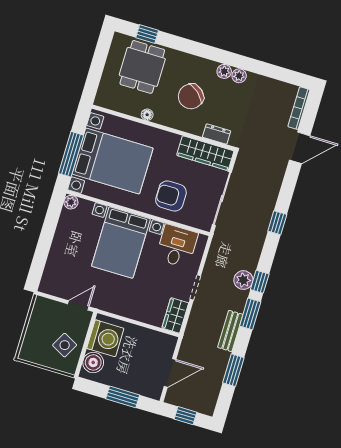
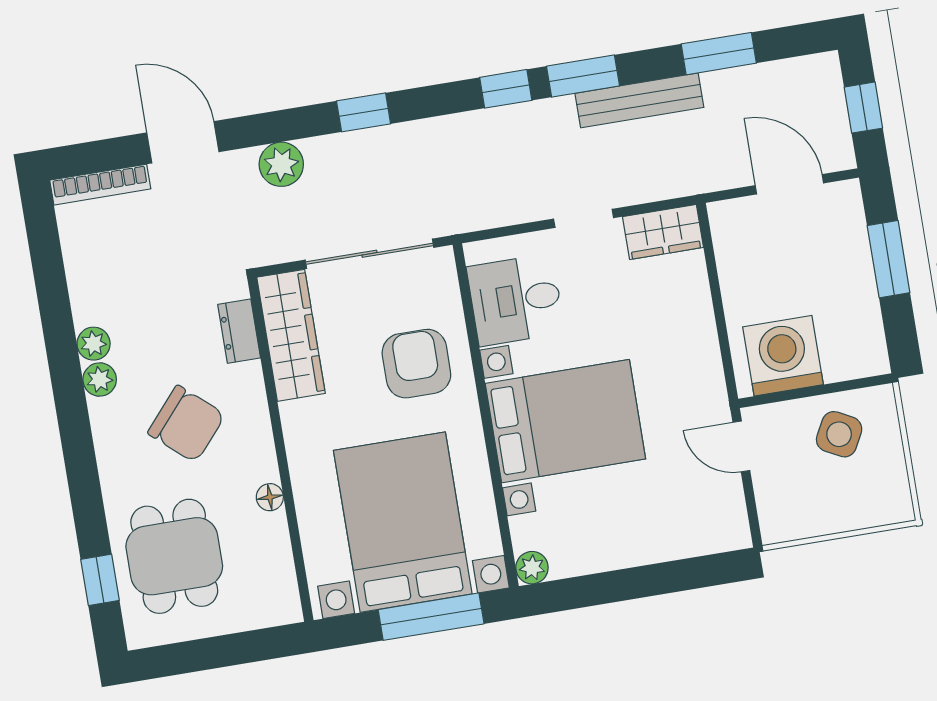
dining table: (142, 67) -> (174, 556), turned 90
armchair: (171, 196) -> (416, 364), turned 180
plant: (243, 280) -> (281, 164), moved
bench: (230, 331) -> (639, 100), width x1.36
boiler: (93, 362) -> (846, 356), removed

